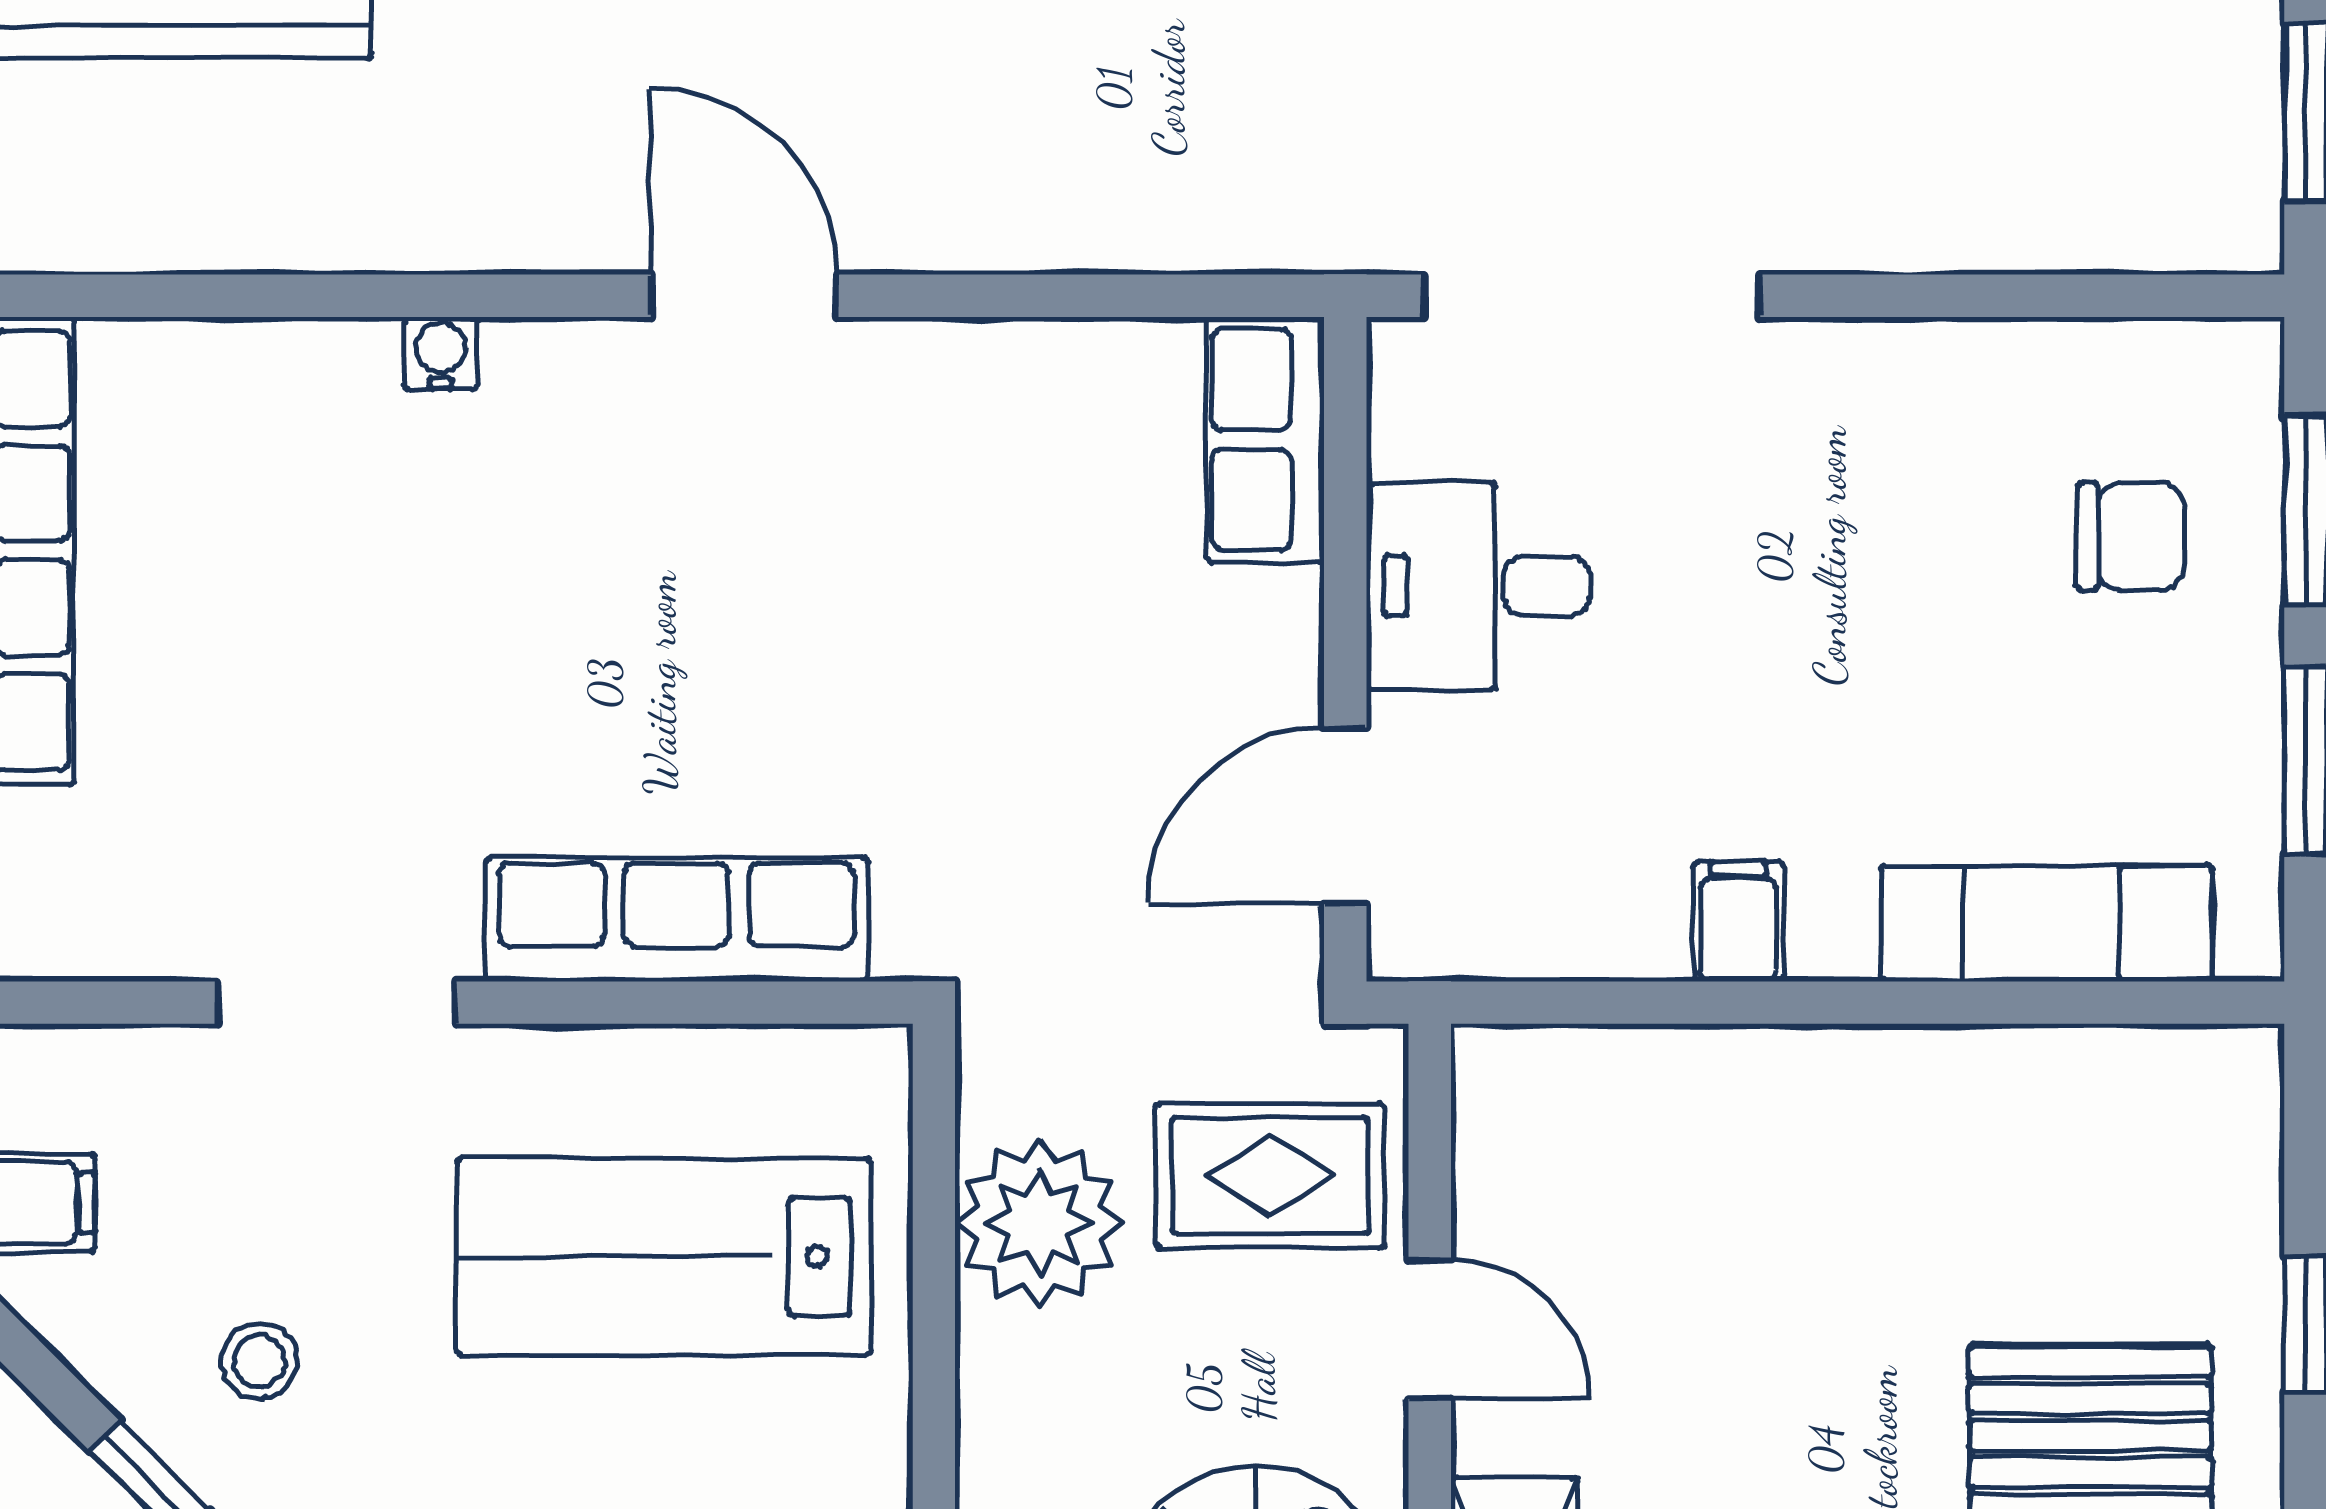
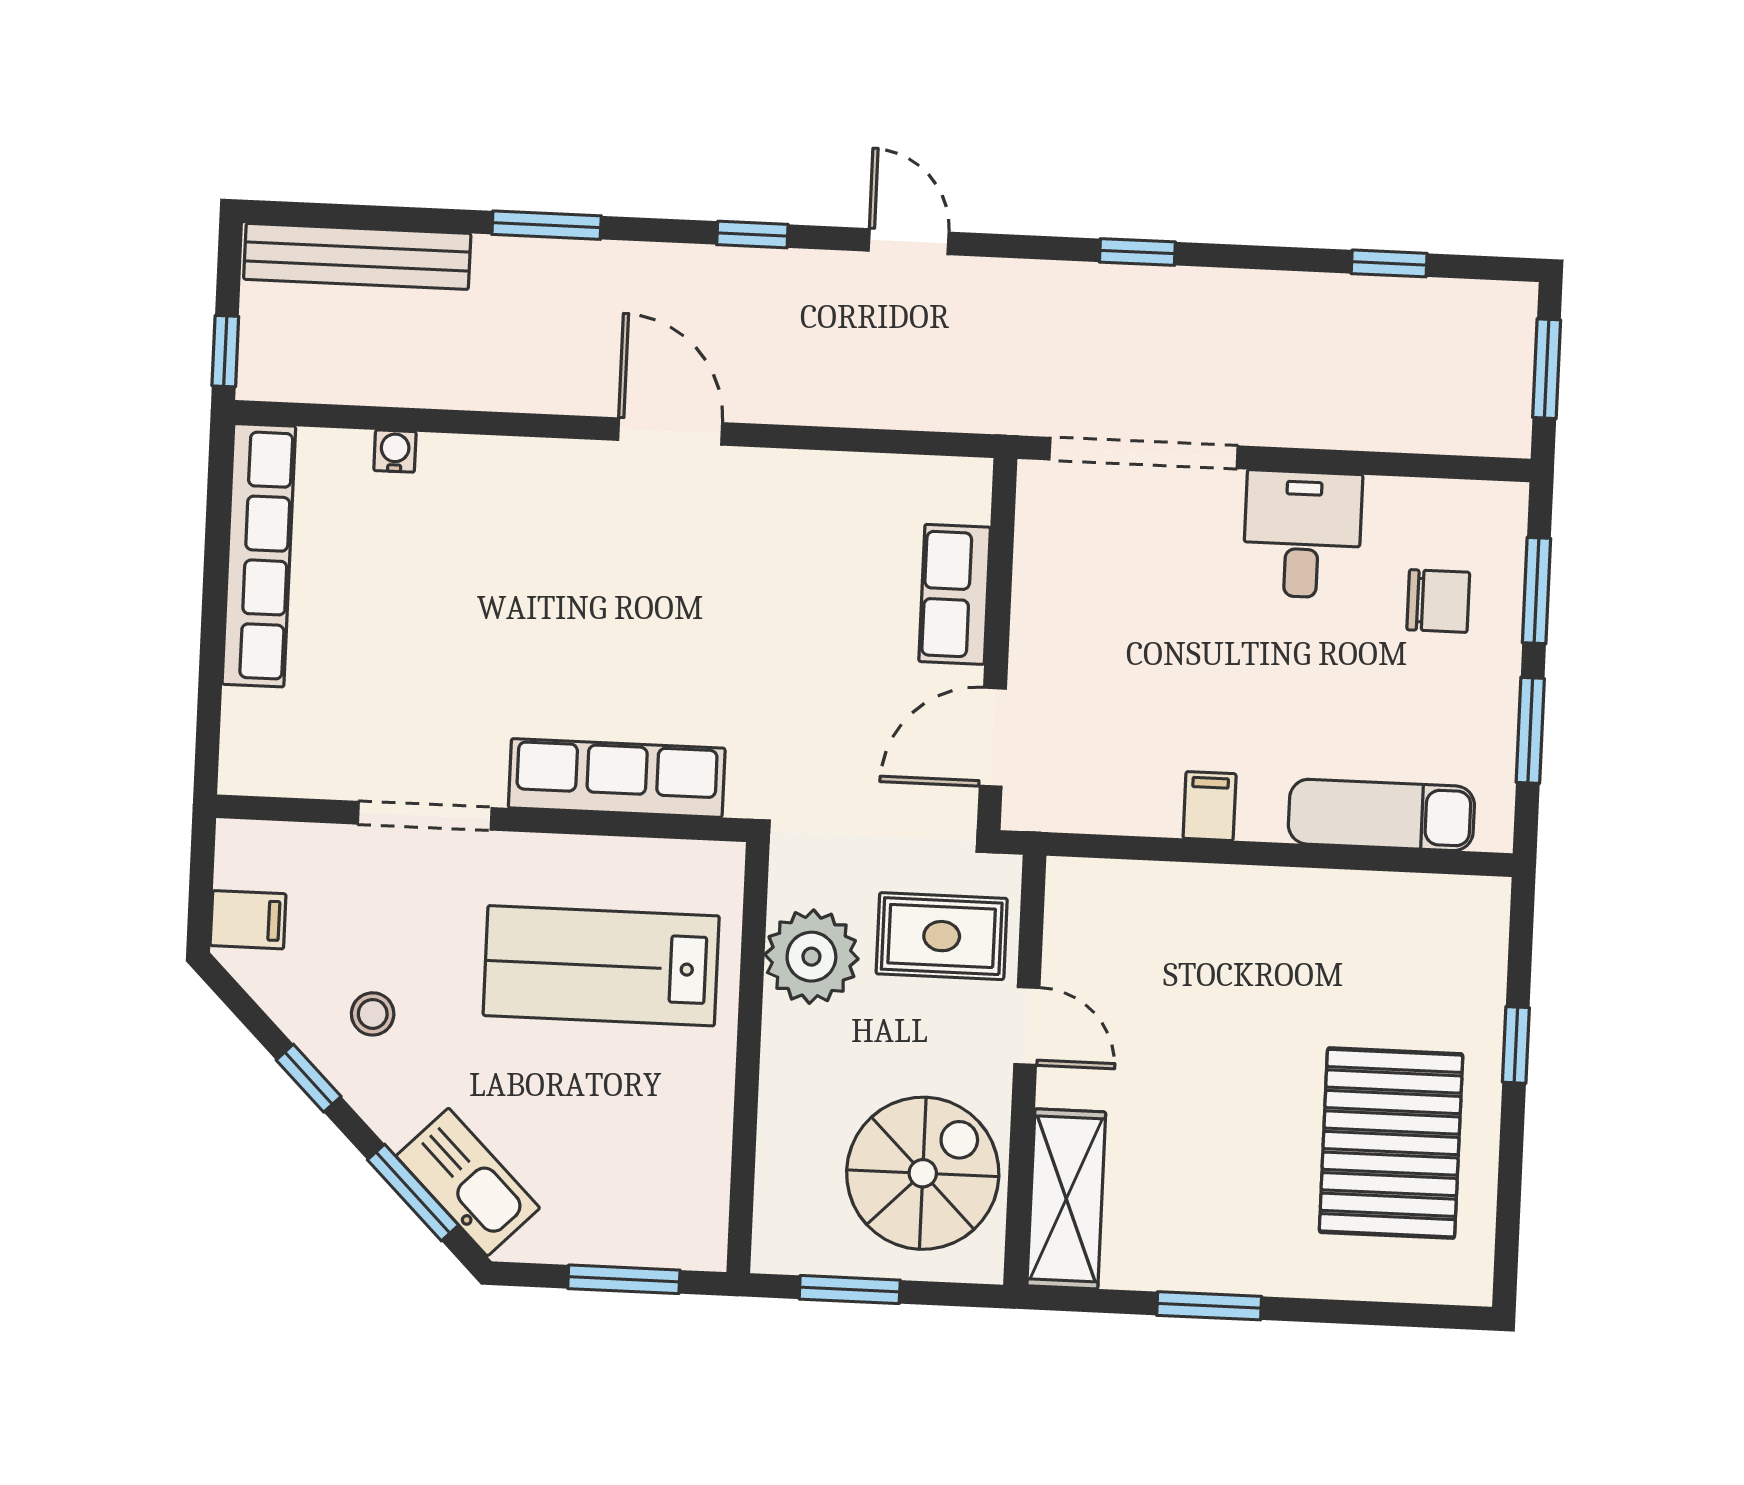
water cooler: (441, 353) -> (395, 451), moved
row of seats: (1265, 440) -> (955, 594), moved
desk: (1478, 586) -> (1302, 534), moved, turned 90

